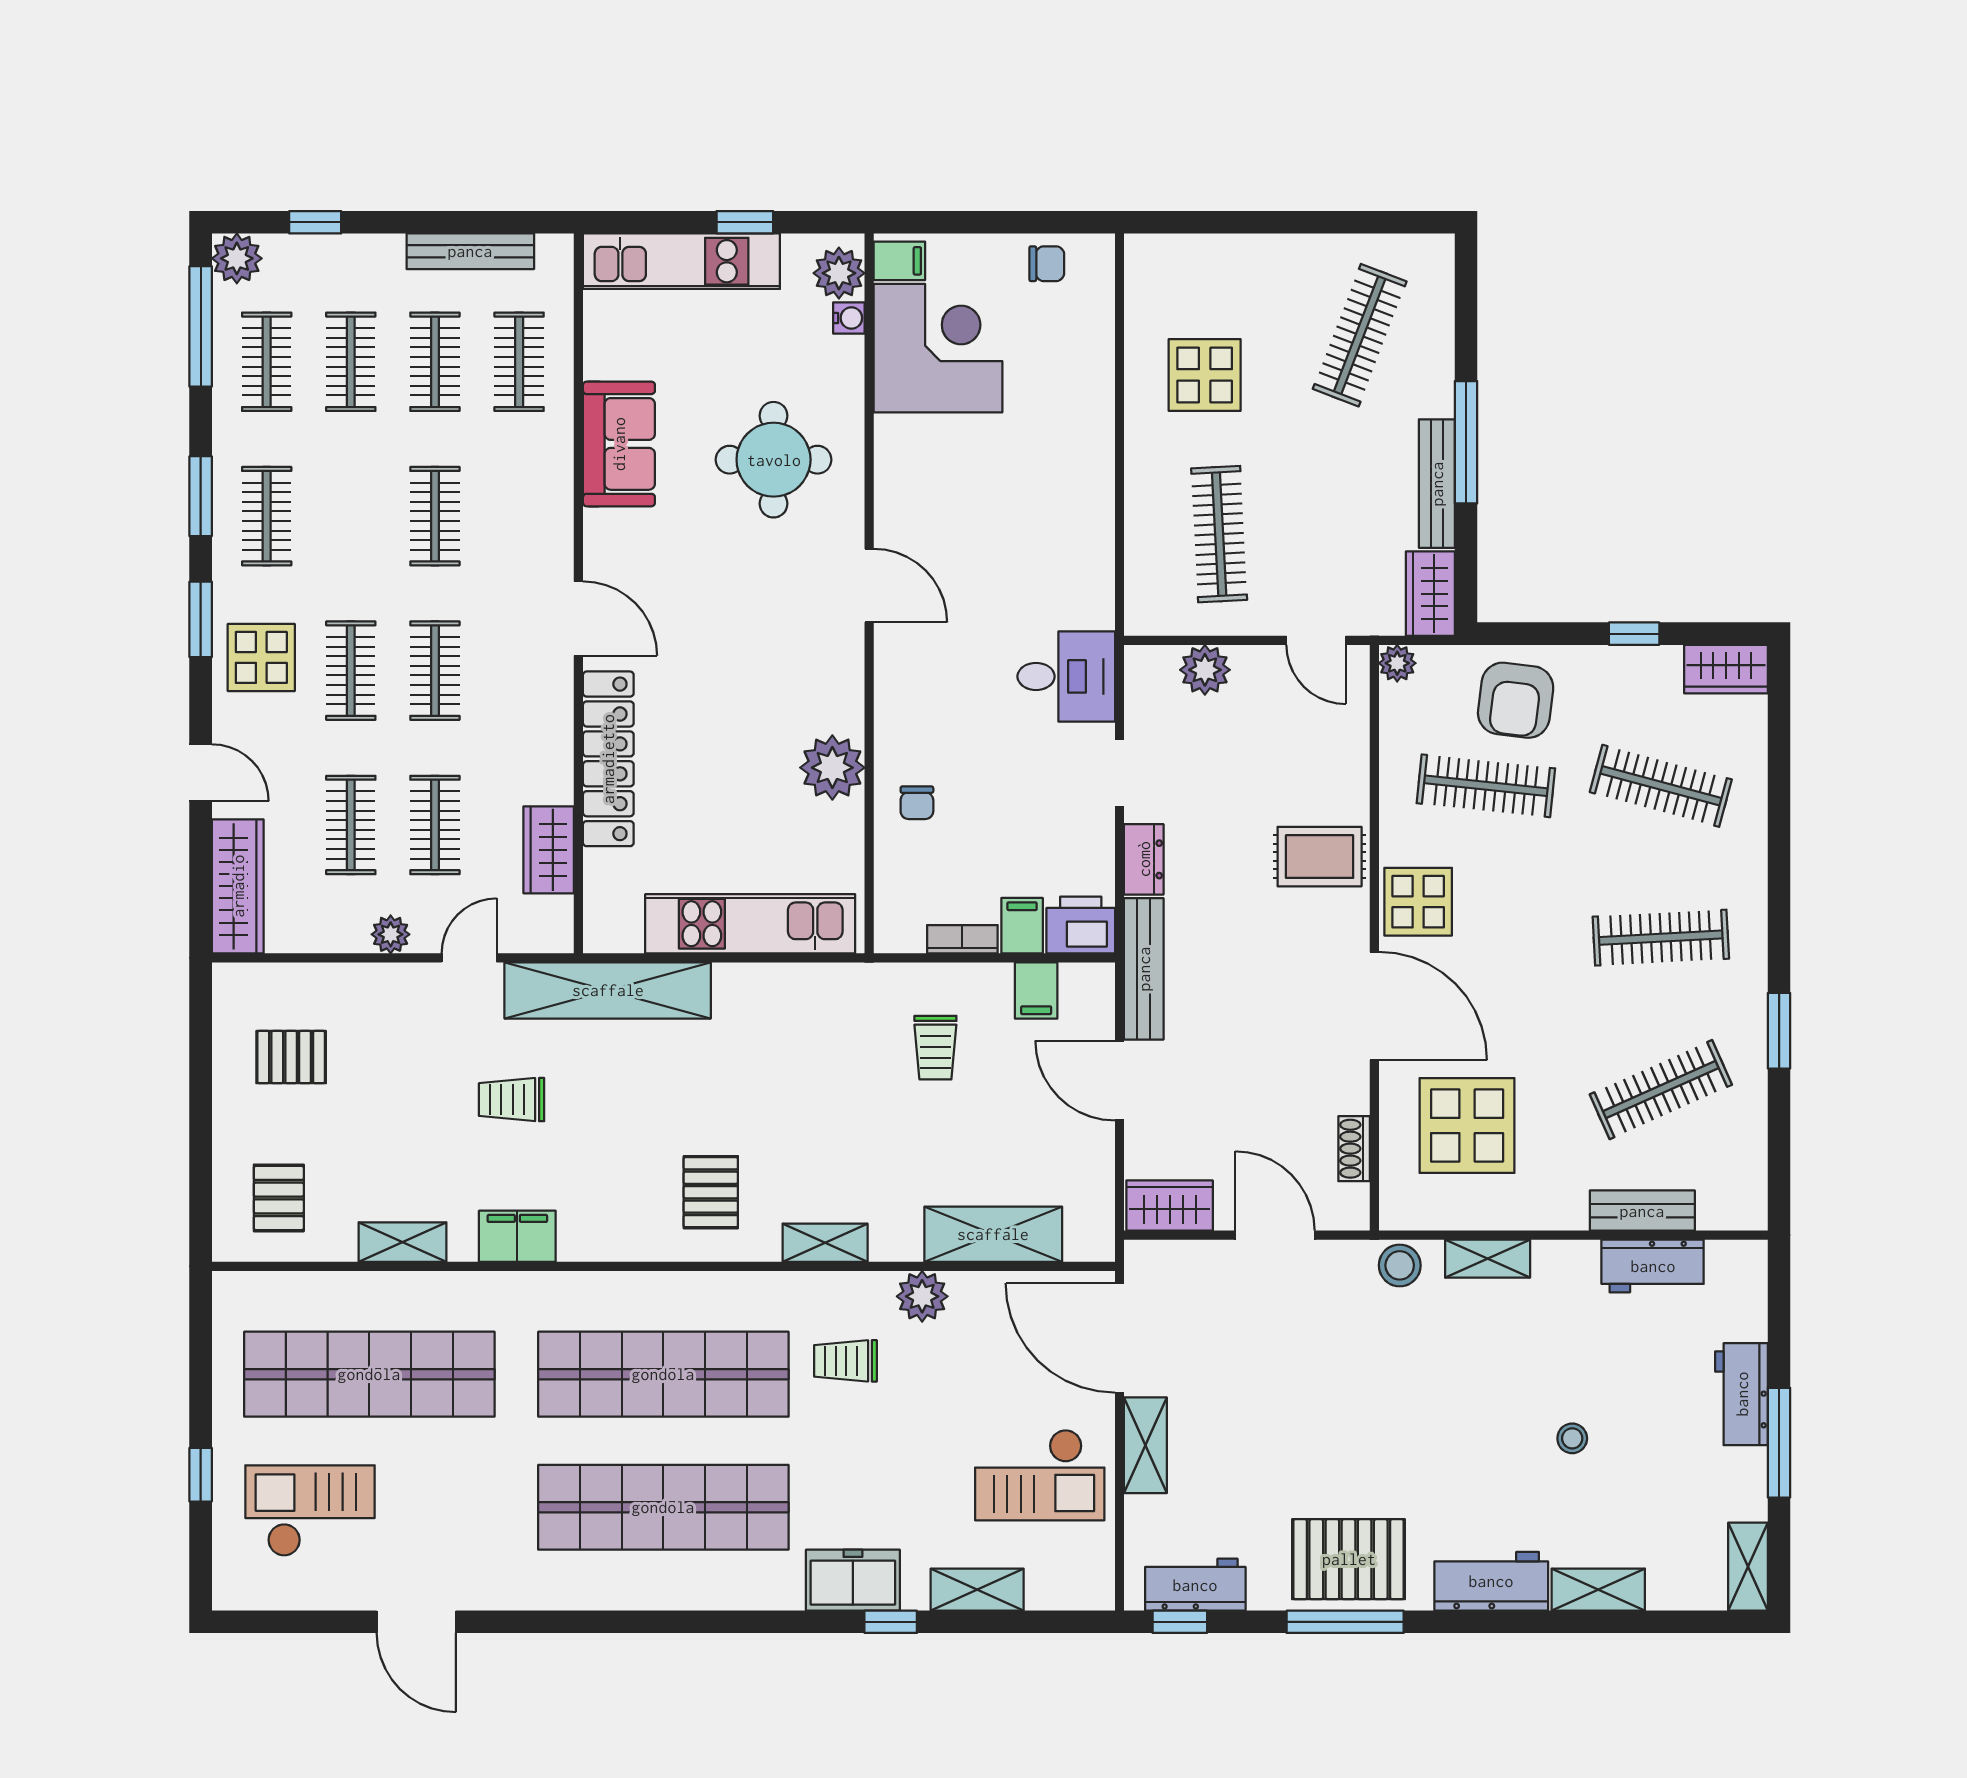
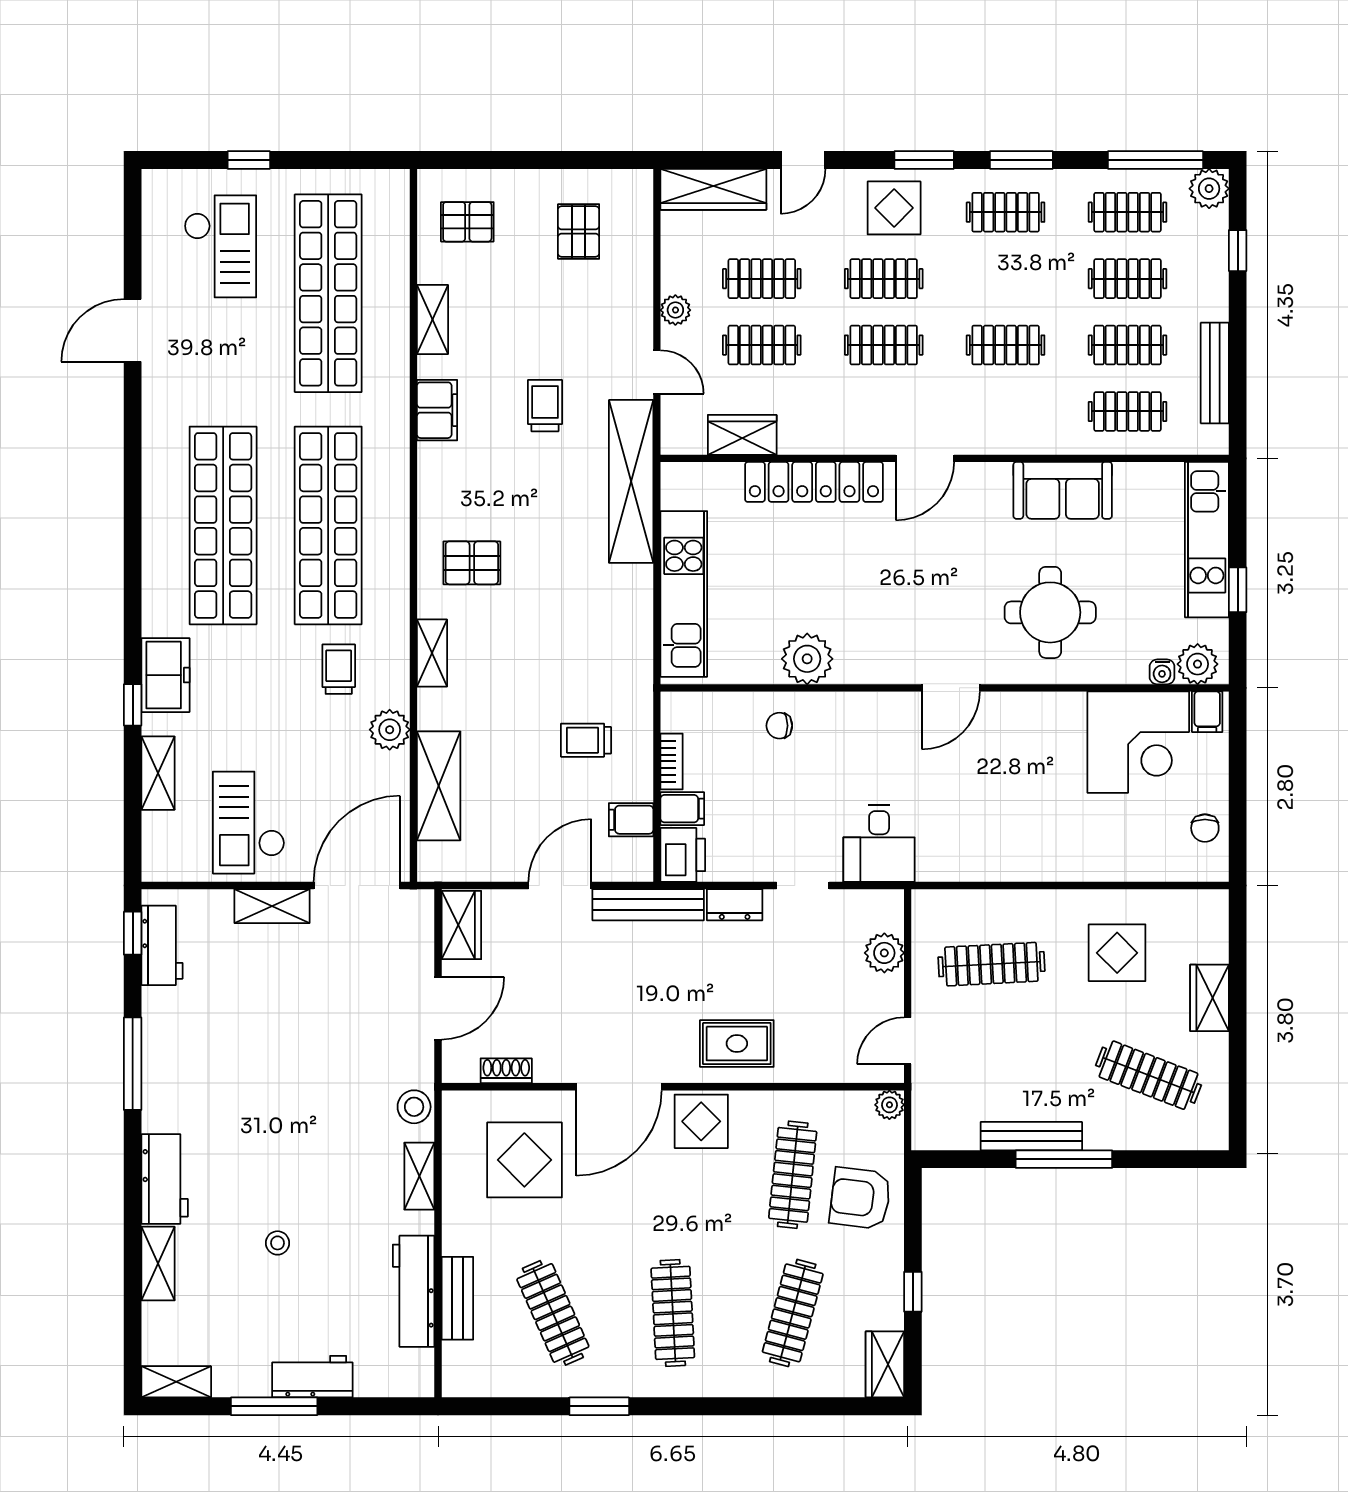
wardrobe: (1430, 594) -> (1209, 998), moved, turned -90
rug: (1320, 857) -> (737, 1044), turned 90
workbench: (1653, 1266) -> (414, 1291), width x1.38
pallet: (1349, 1559) -> (182, 1066), removed

